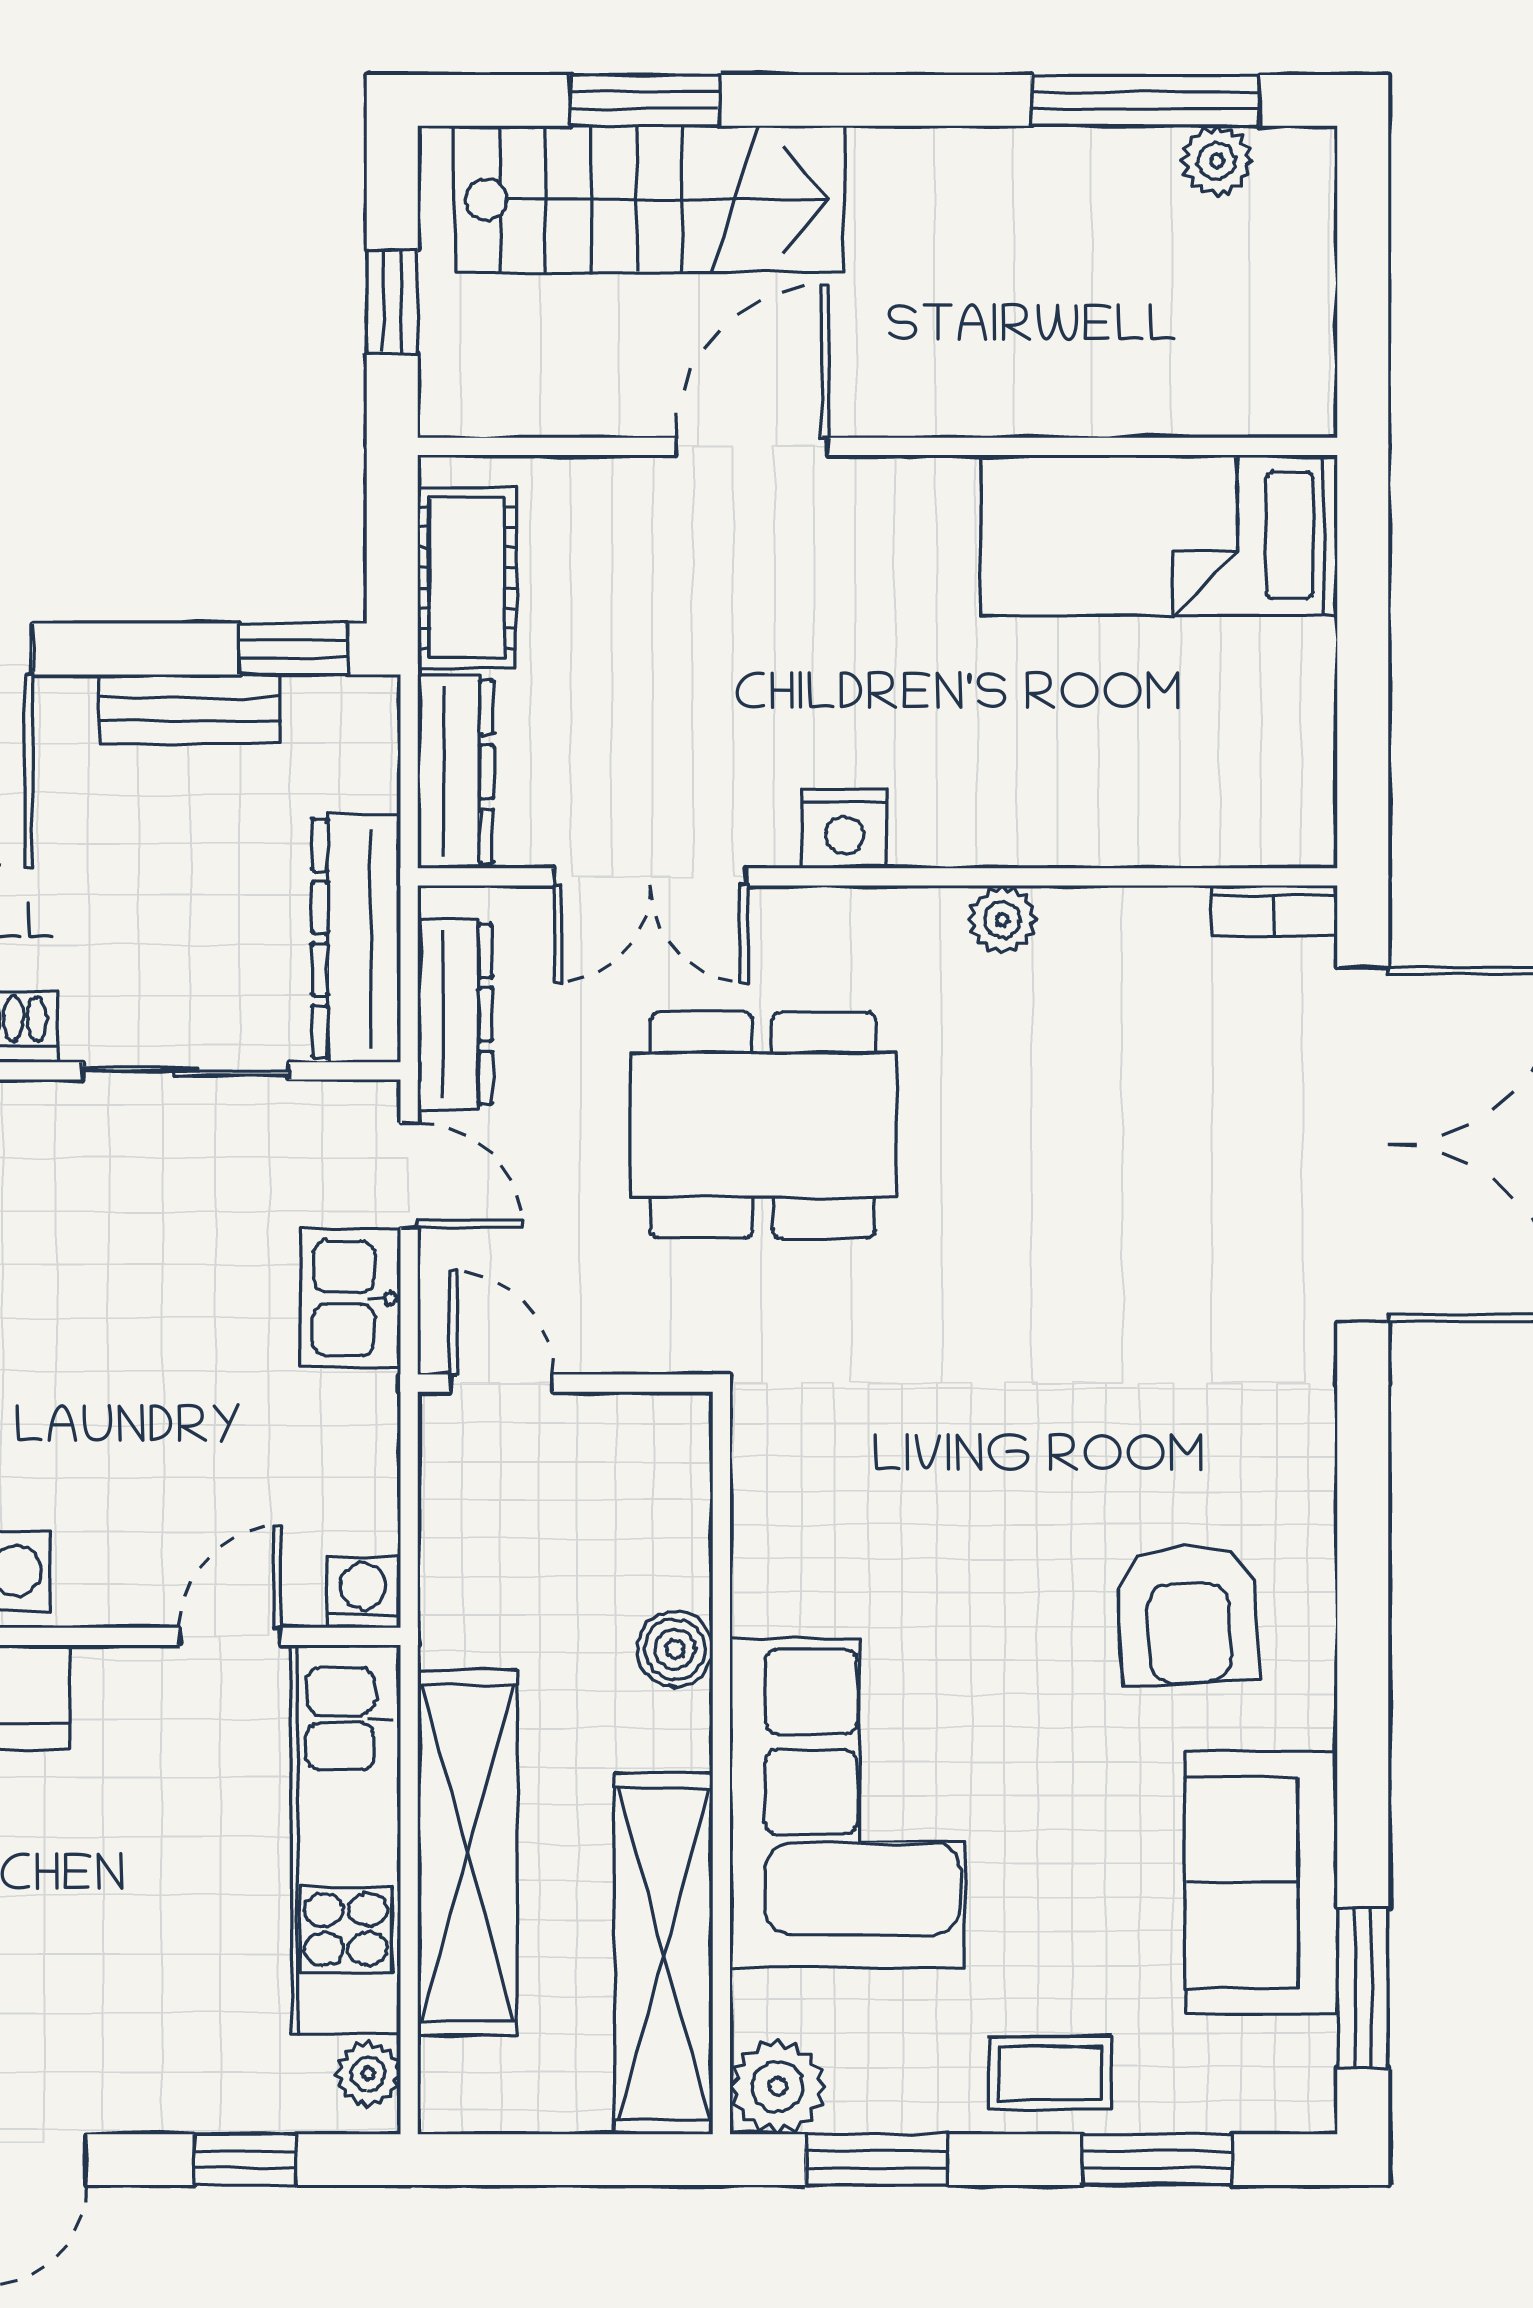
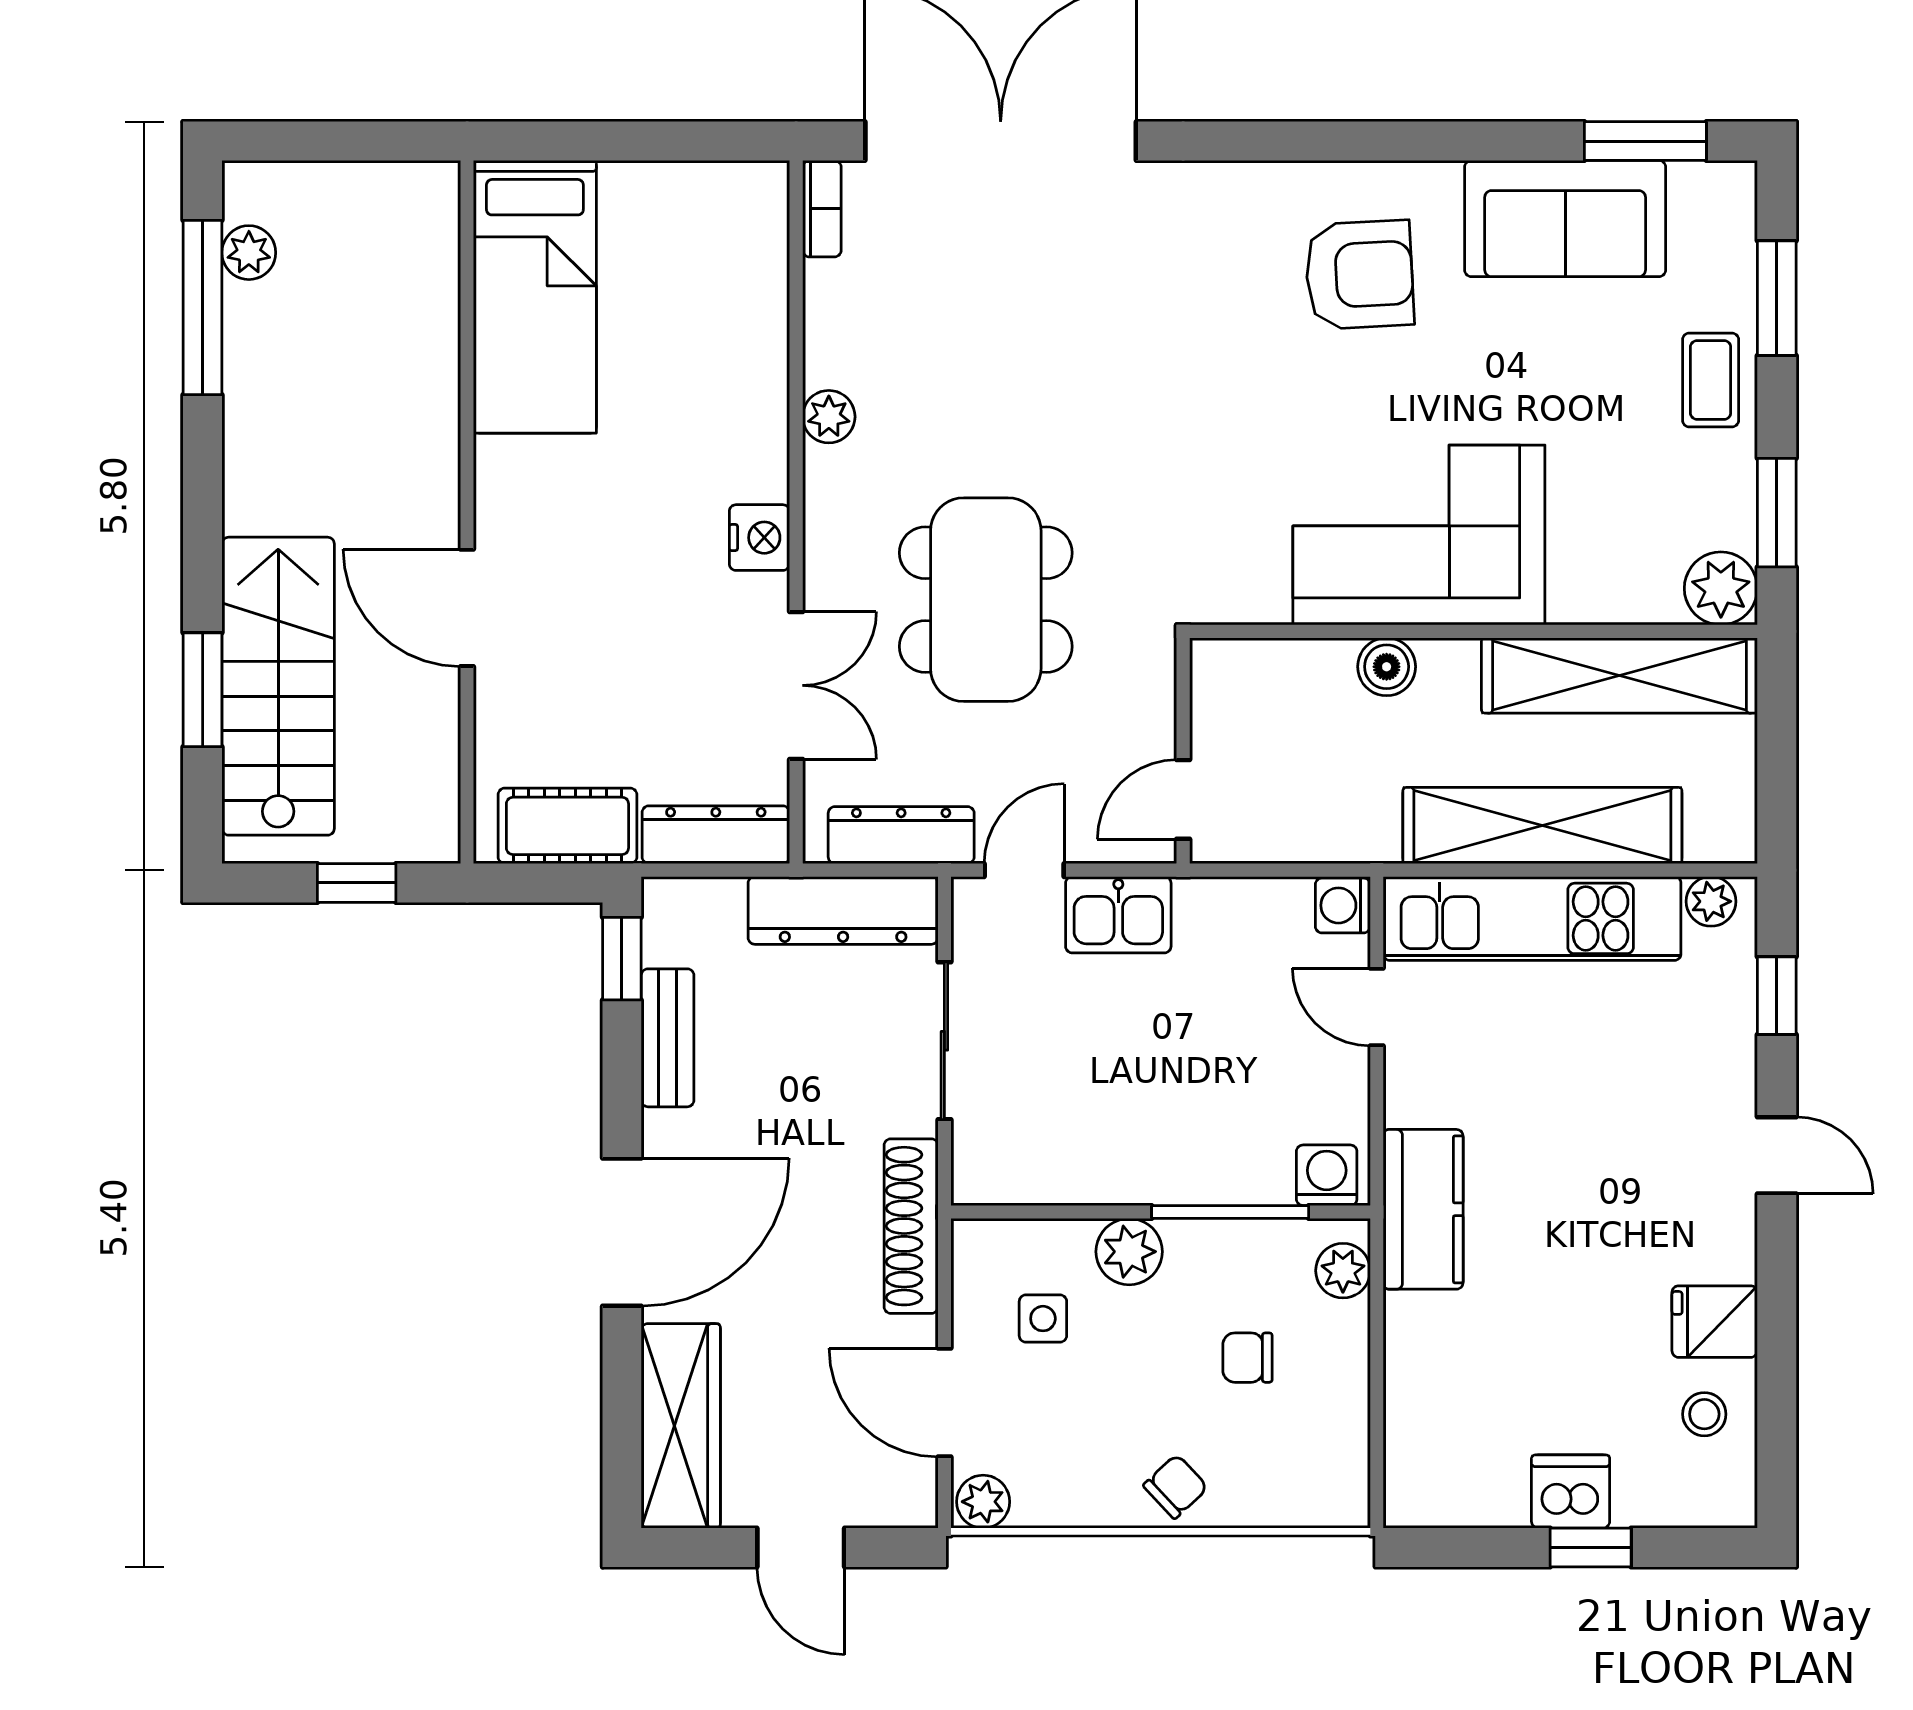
corner sofa: (847, 1803) -> (1419, 535), moved

